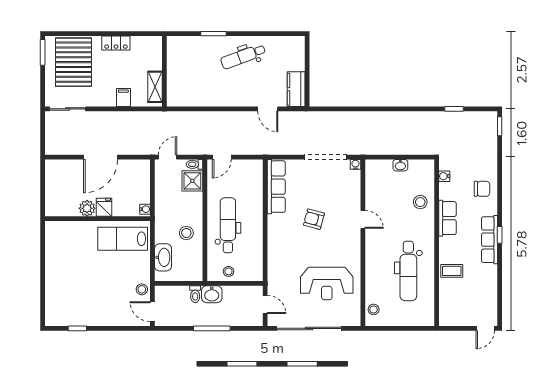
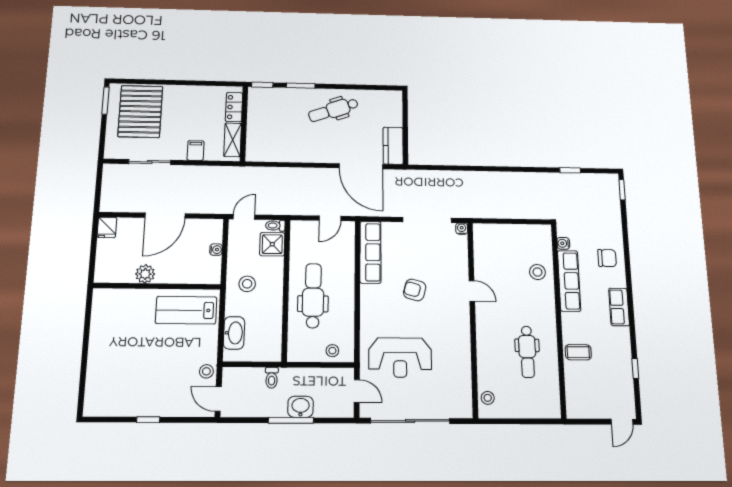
window: (179, 34) -> (262, 85), added
locker: (116, 43) -> (234, 107), moved, turned 90
sliding door: (68, 109) -> (150, 162), moved
door: (268, 109) -> (361, 166), width x1.88
door: (222, 157) -> (330, 218), moved
washbasin: (400, 165) -> (513, 230), removed
fridge: (104, 207) -> (107, 227), moved, turned 180
water cooler: (145, 209) -> (216, 250), moved
row of seats: (447, 218) -> (569, 281), width x1.48
stool: (186, 233) -> (247, 284), moved
window: (500, 235) -> (635, 368), moved
row of seats: (490, 240) -> (619, 307), width x0.68
stool: (228, 271) -> (332, 351), moved
dental chair: (408, 271) -> (527, 352), width x0.73, depth x0.72
reception desk: (327, 283) -> (400, 357), moved
washbasin: (212, 294) -> (301, 407), moved, turned 180
window: (77, 328) -> (148, 420), moved

